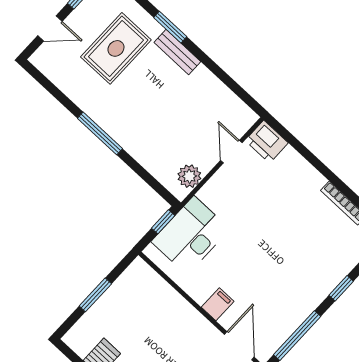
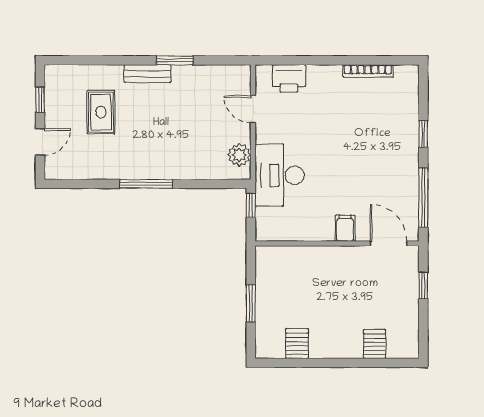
window: (170, 27) -> (175, 60), moved
rug: (116, 48) -> (101, 112), width x0.73, depth x0.70
printer: (267, 142) -> (289, 78), moved
desk: (191, 235) -> (280, 175), moved

